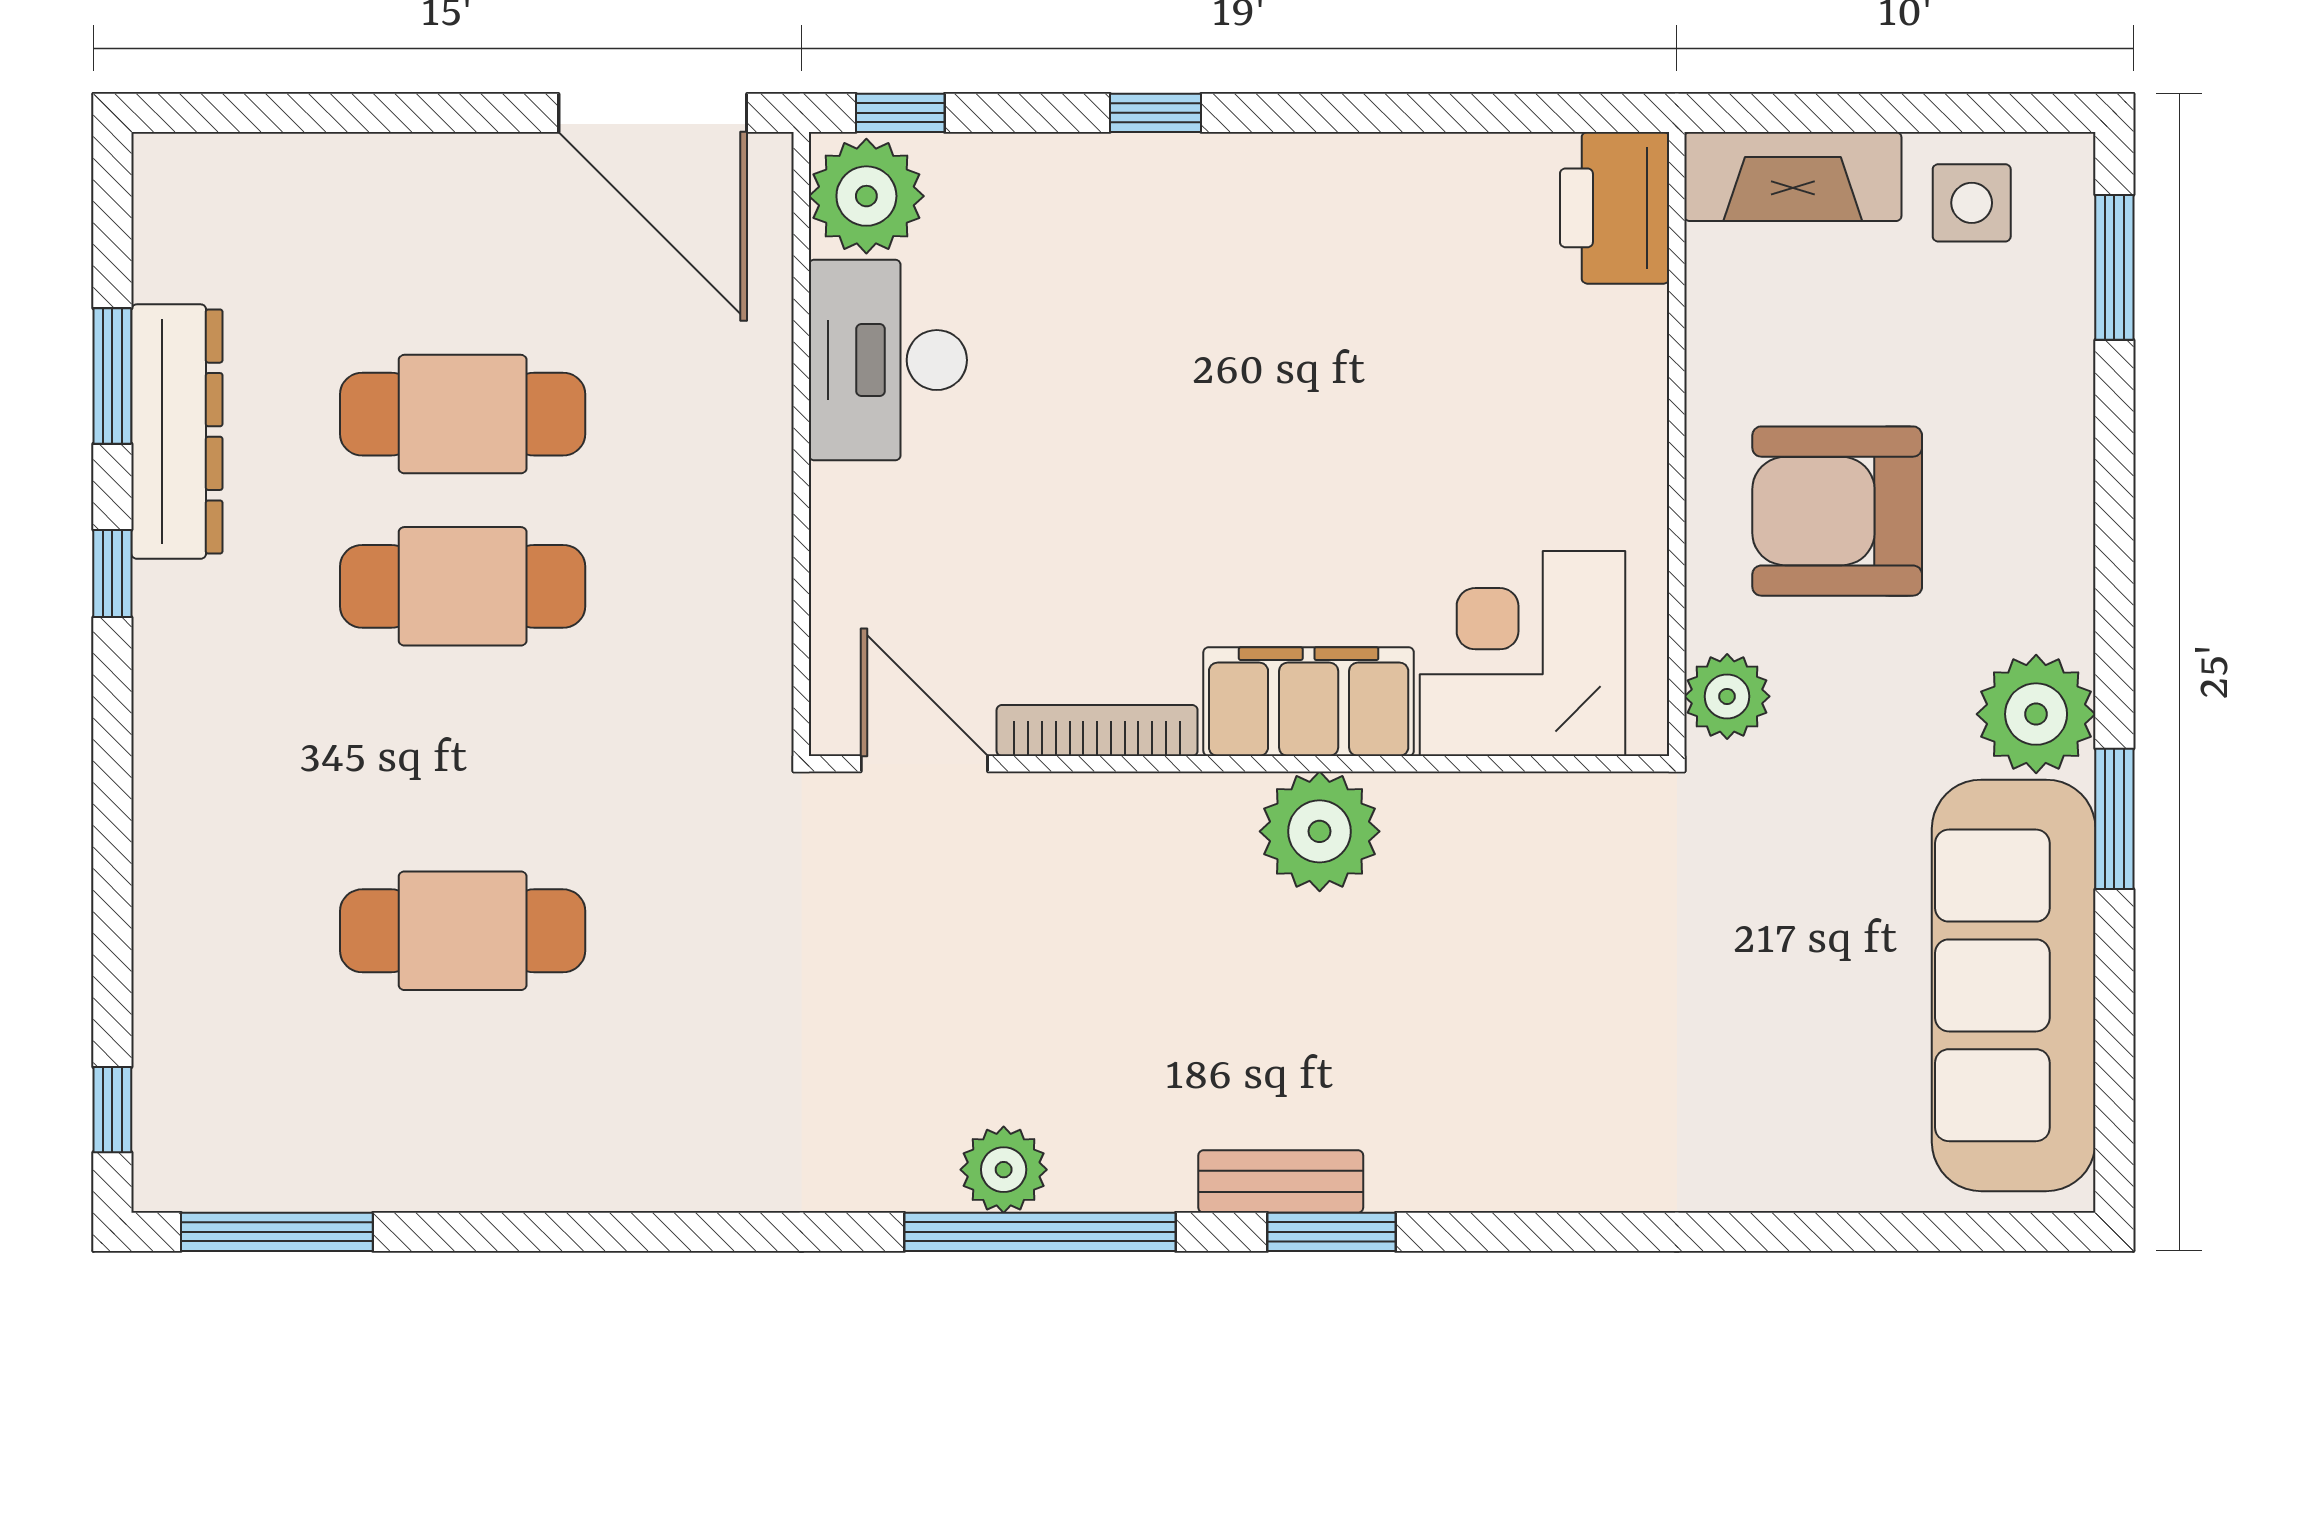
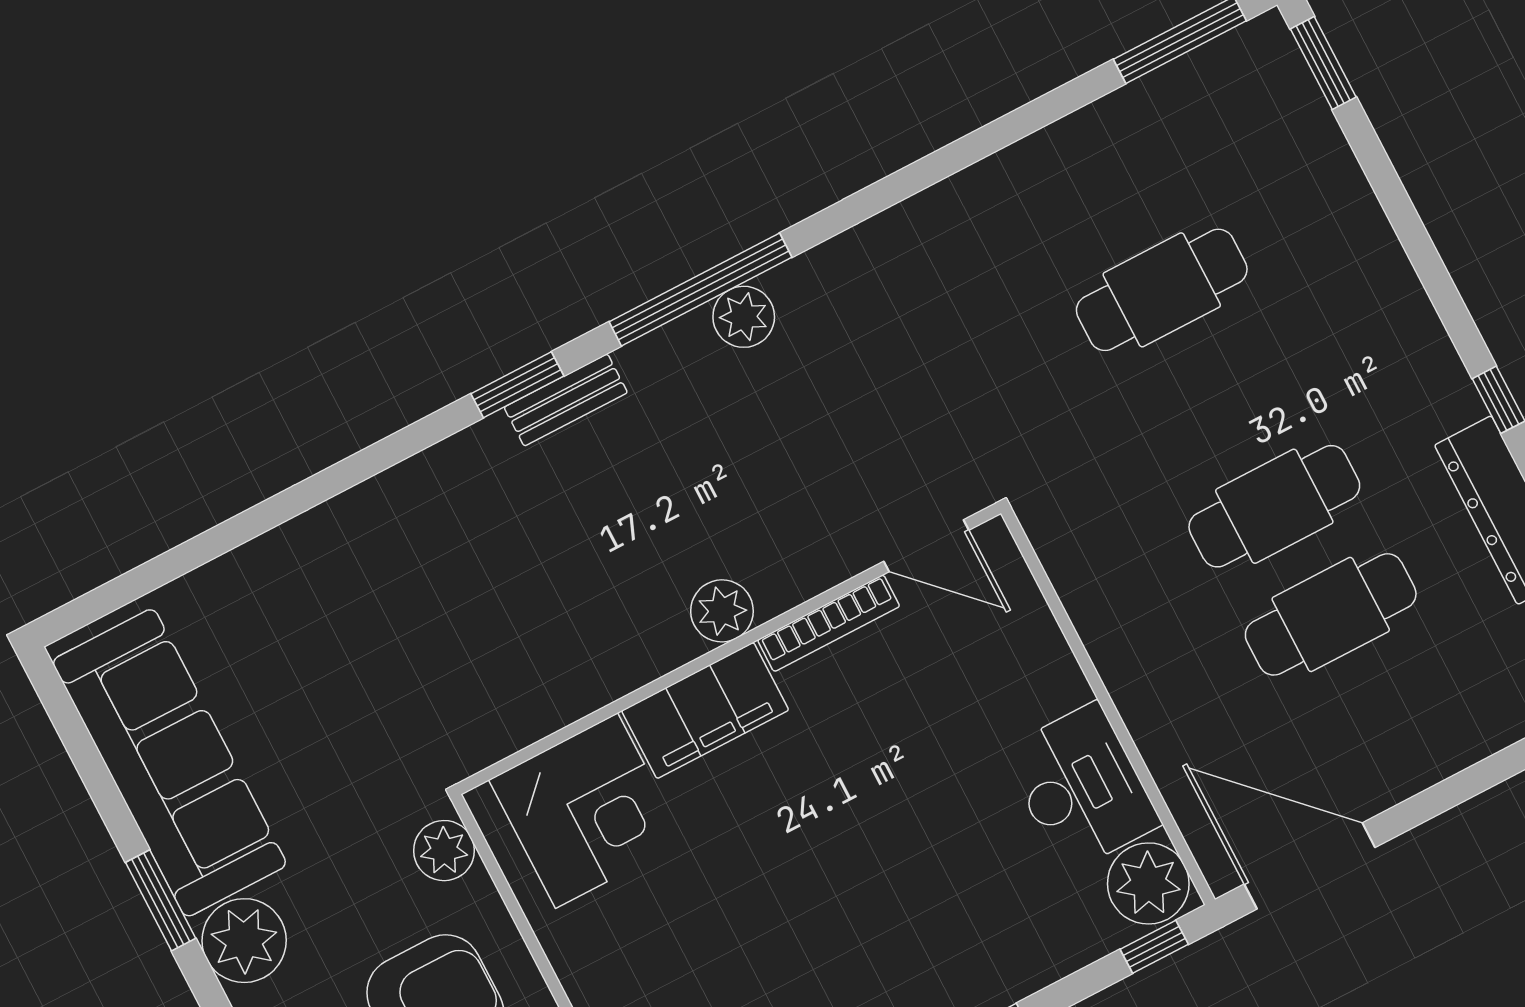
plant: (1320, 831) -> (722, 611), moved, width x0.73, depth x0.73
window: (112, 1110) -> (1323, 63), width x1.50

